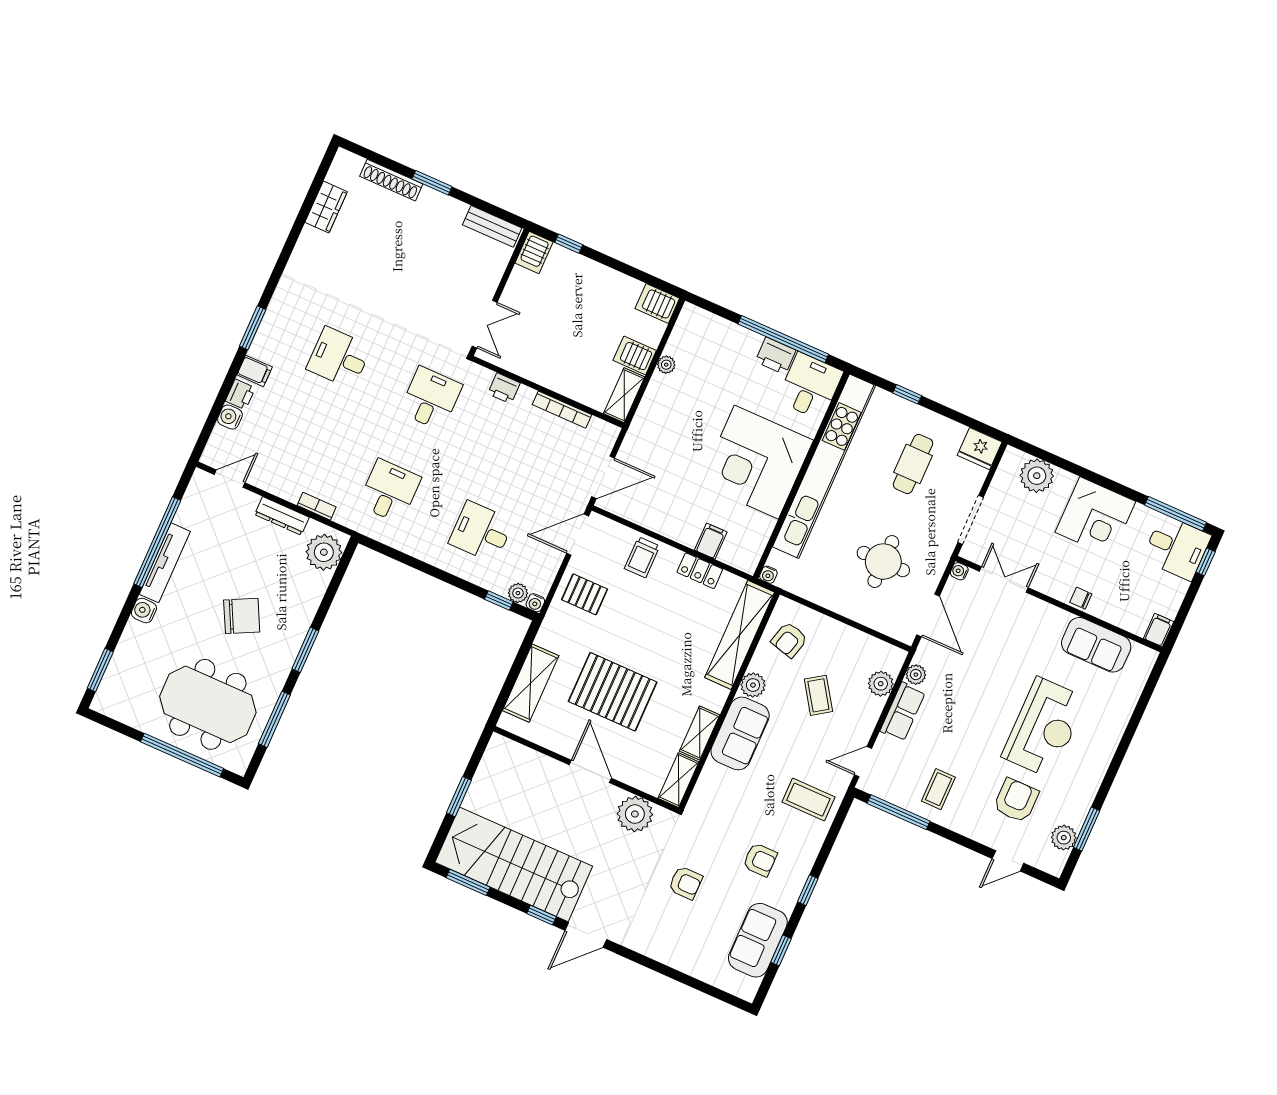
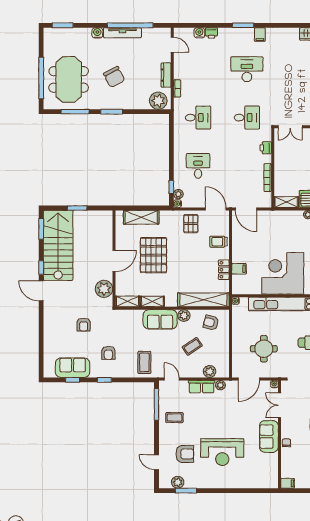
desk: (339, 358) -> (247, 69), width x1.37
filing cabinet: (255, 371) -> (260, 35), moved
double door: (1004, 579) -> (280, 405), swing flipped
sofa: (1096, 645) -> (269, 437), moved

